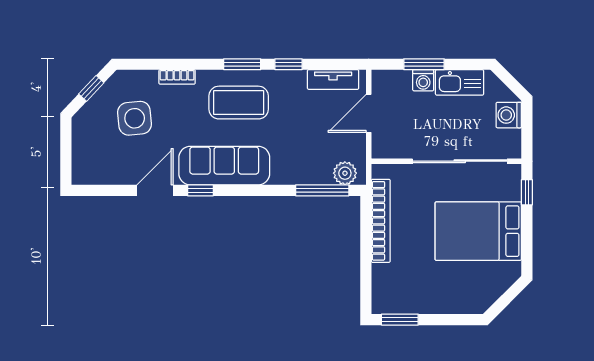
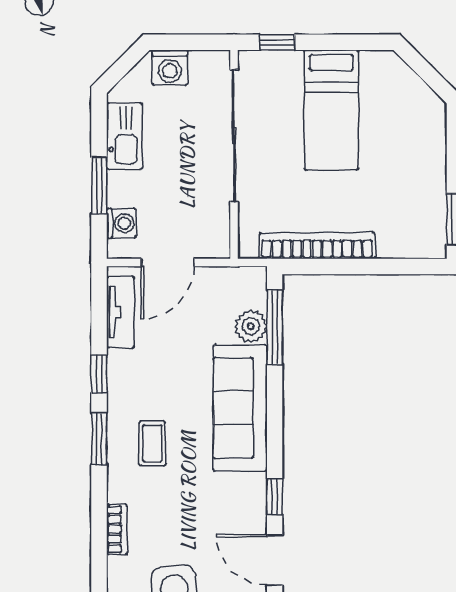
washing machine: (423, 80) -> (121, 223), moved
coffee table: (239, 103) -> (152, 444), width x0.54, depth x0.58
door: (369, 113) -> (168, 262), hinge flipped
sofa: (224, 166) -> (240, 408), moved
plant: (345, 173) -> (251, 326), moved
bed: (478, 231) -> (331, 110), width x0.67

